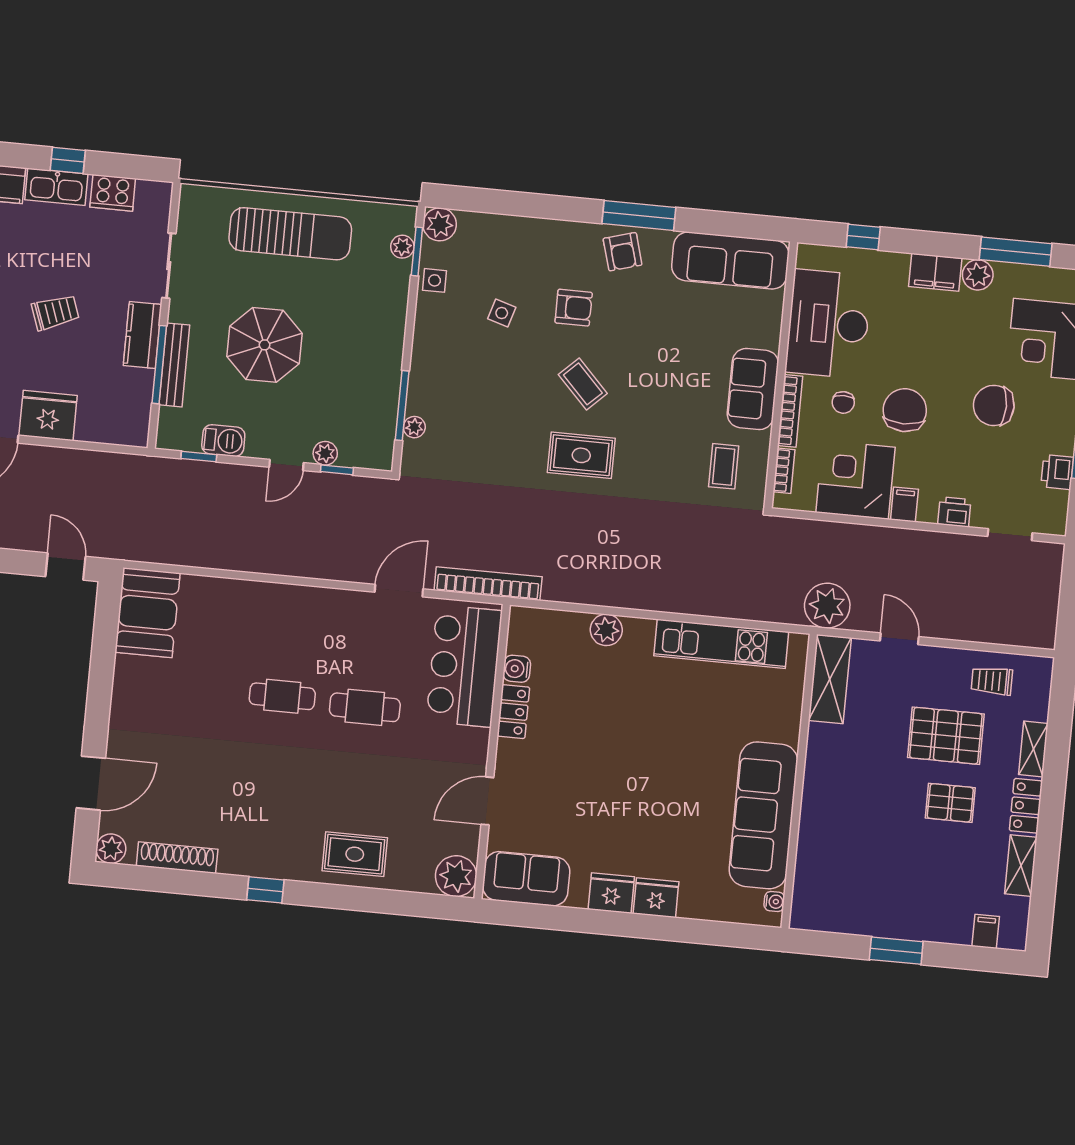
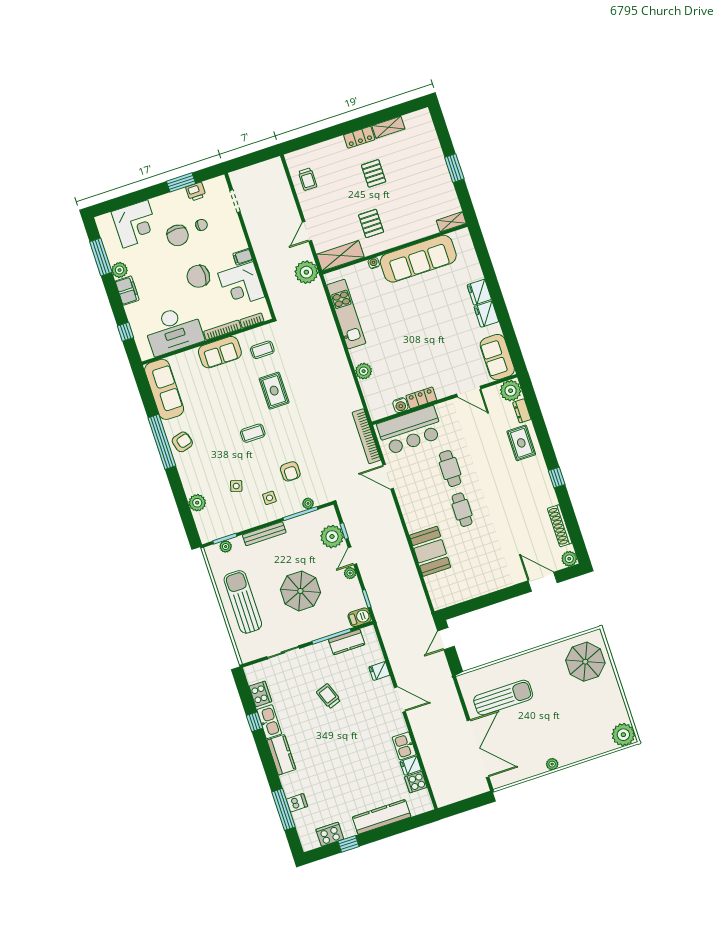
window: (639, 215) -> (162, 442), width x1.46
plant: (440, 224) -> (197, 503), moved
side table: (435, 280) -> (269, 498), moved
armchair: (574, 308) -> (290, 471), moved, turned 180
kitchen counter: (142, 335) -> (347, 642), moved
bench: (174, 365) -> (264, 534), moved
coffee table: (583, 384) -> (253, 433), turned 44
chair: (843, 402) -> (201, 225), moved
fridge: (48, 416) -> (379, 671), width x0.53, depth x0.75
barbecue: (223, 441) -> (360, 617), moved, turned 90
plant: (257, 447) -> (350, 573), added
plant: (325, 453) -> (332, 537), width x1.88, depth x1.88
rug: (581, 455) -> (274, 391), moved
door: (286, 465) -> (352, 556), swing flipped
printer: (954, 512) -> (236, 232), removed
booth: (147, 613) -> (430, 551), moved, turned 90
pallet: (946, 736) -> (371, 223), moved, width x0.67, depth x0.71
shelving: (1033, 749) -> (451, 222), moved
dresser: (411, 880) -> (522, 411), added
water cooler: (774, 902) -> (374, 263), moved
filing cabinet: (986, 931) -> (427, 130), removed

